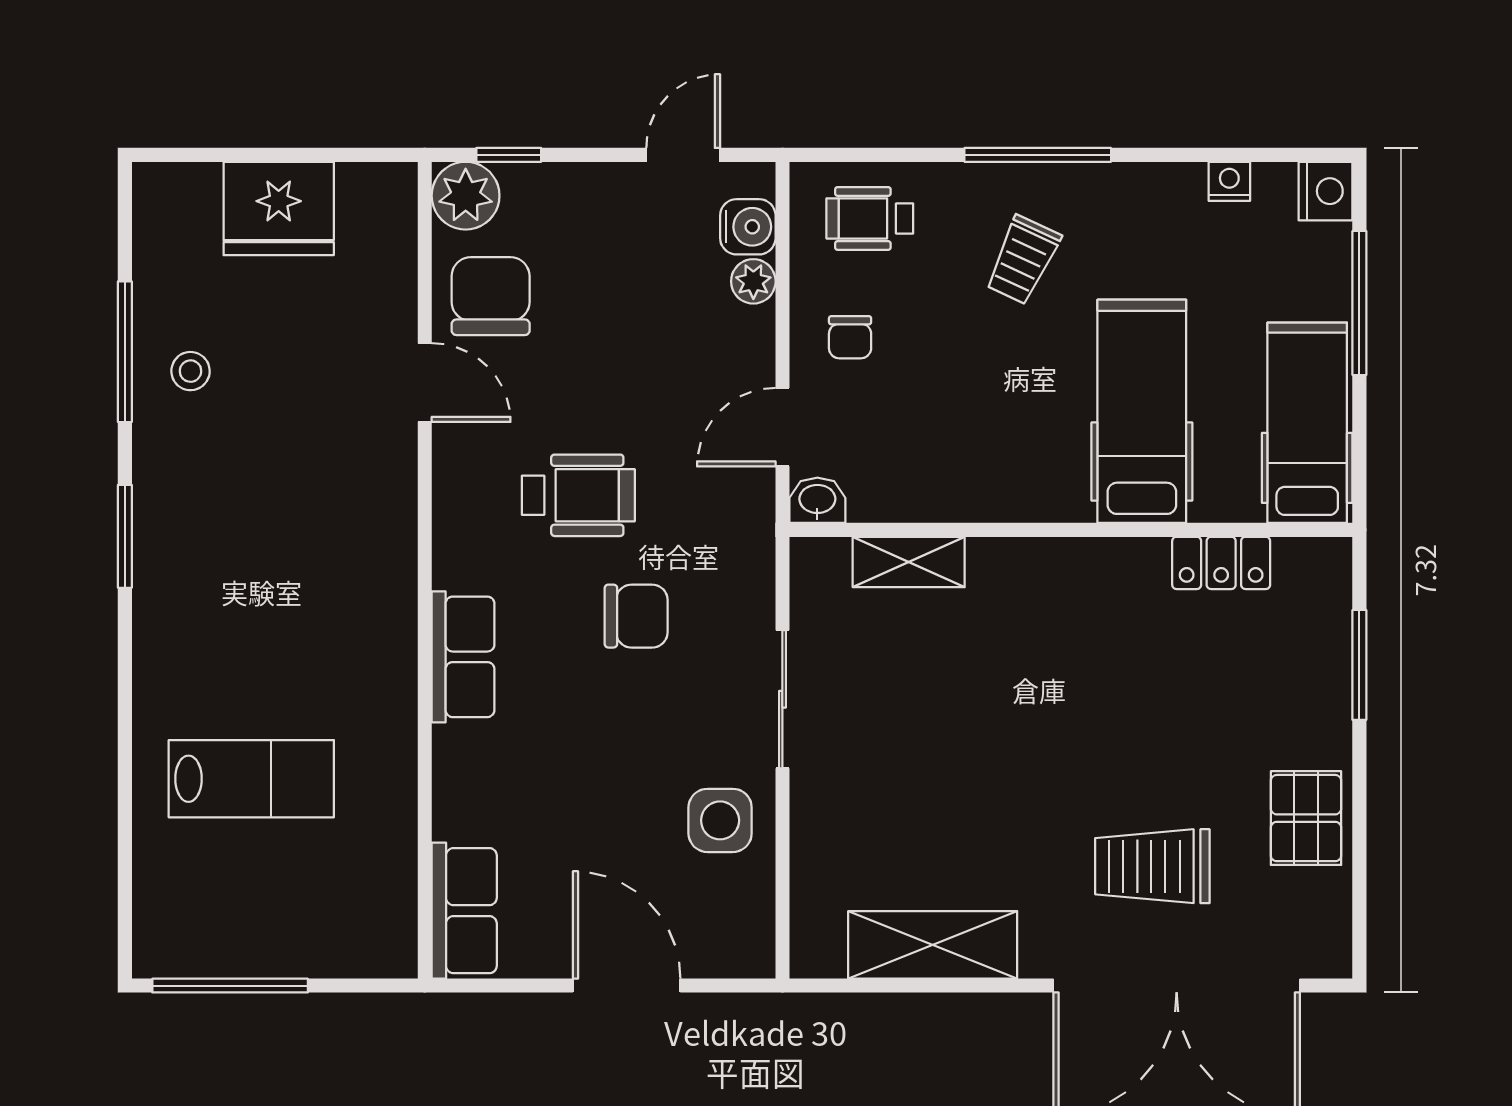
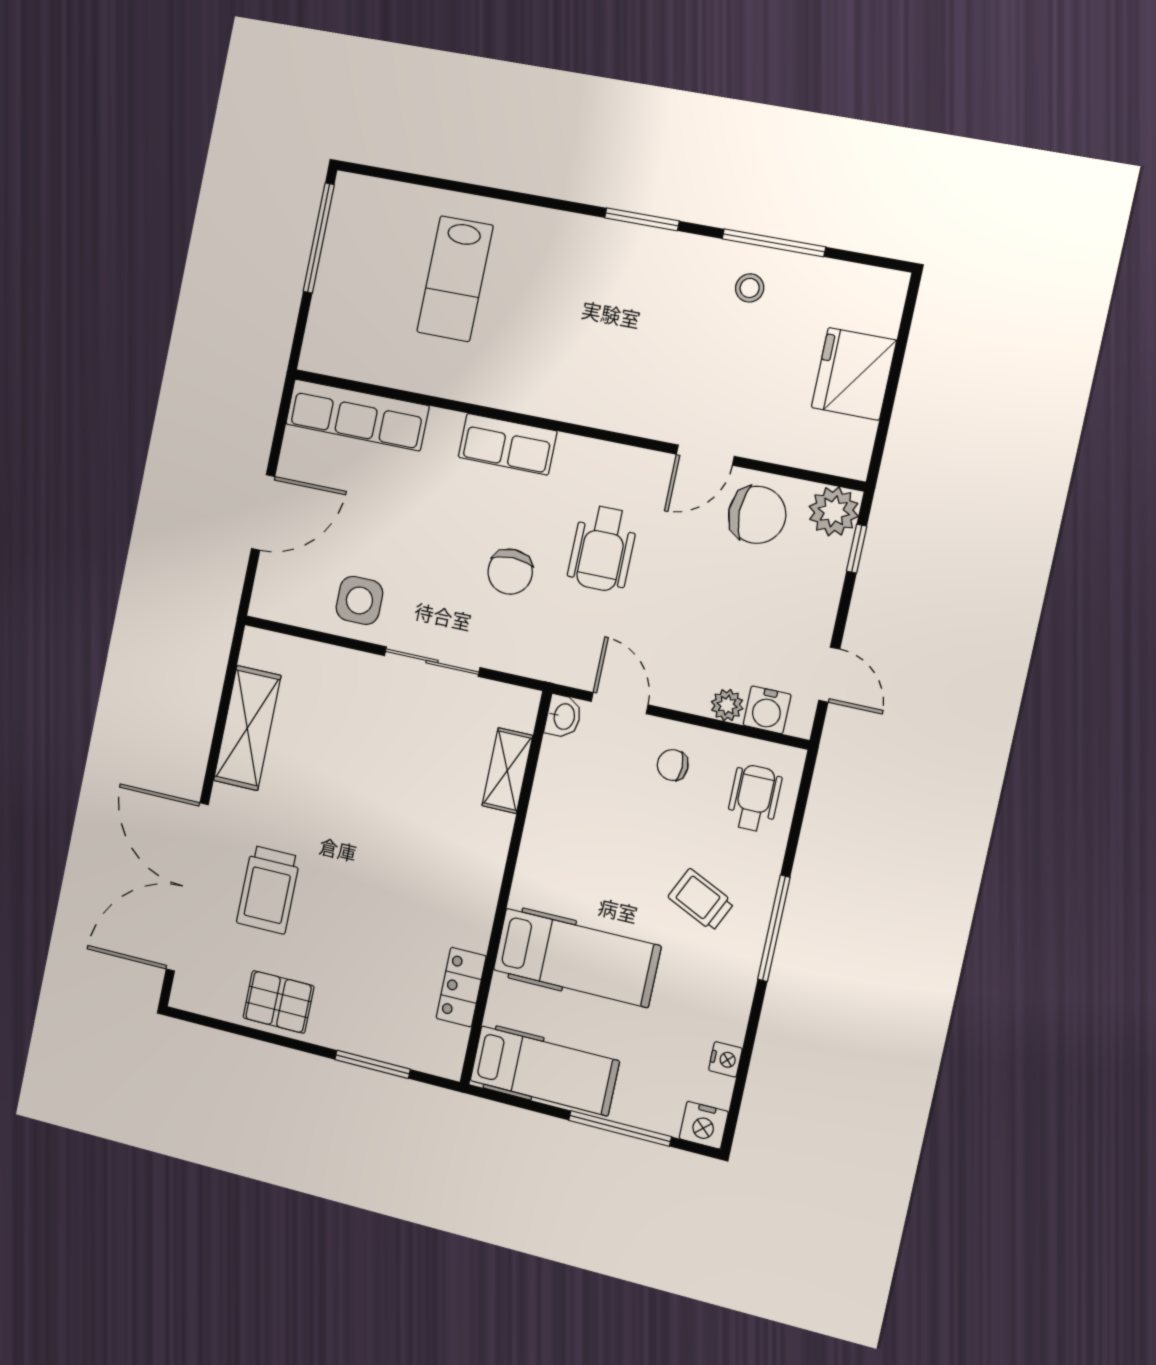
trolley: (1152, 866) -> (268, 890), turned 180
row of seats: (464, 911) -> (357, 415), width x1.48

